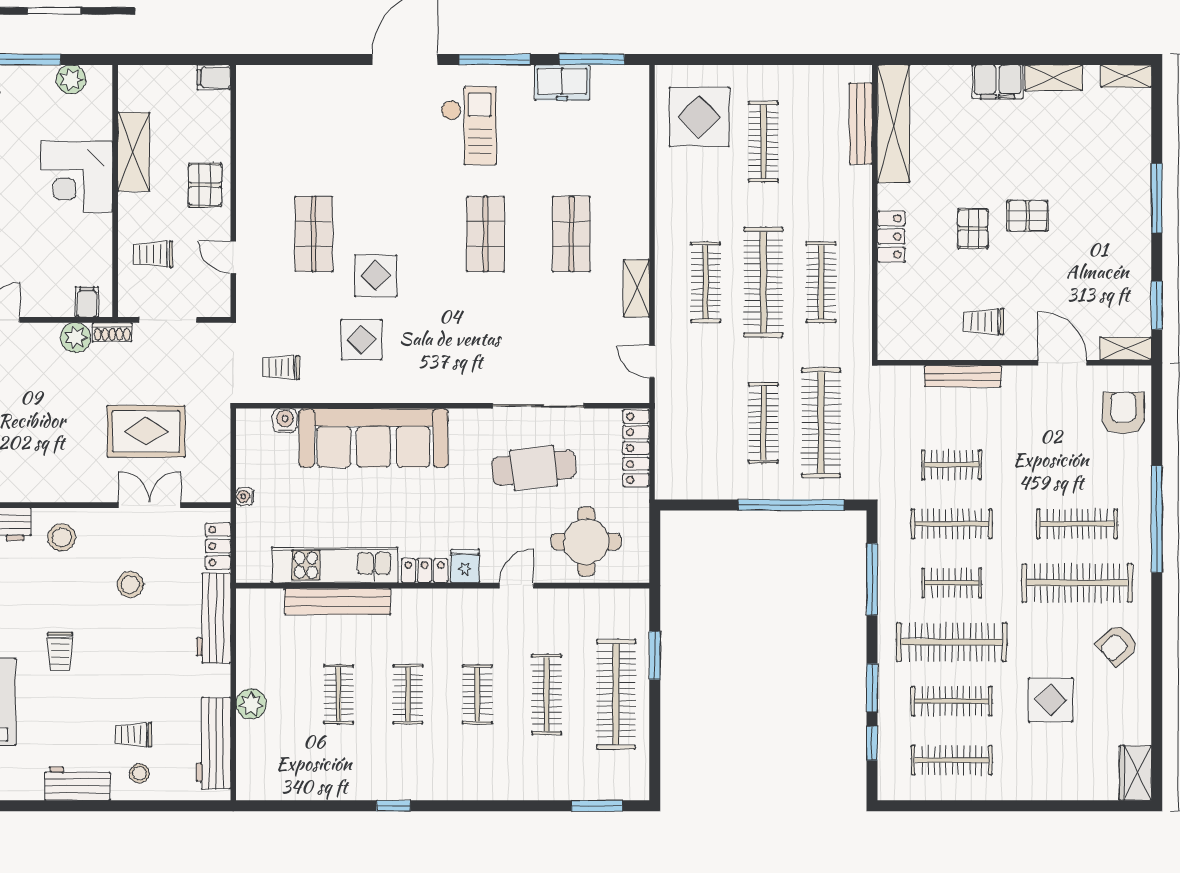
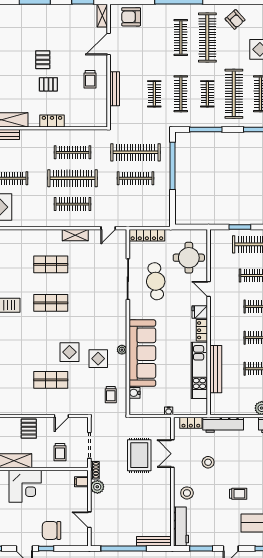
pallet: (205, 185) -> (29, 429), turned 90
plant: (381, 392) -> (122, 350), added

